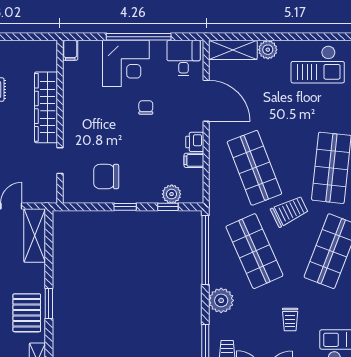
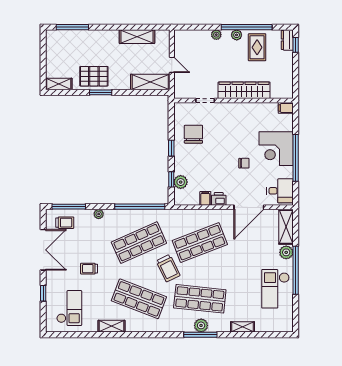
window: (292, 37) -> (296, 270), added
plant: (221, 300) -> (99, 214), width x0.53, depth x0.53

